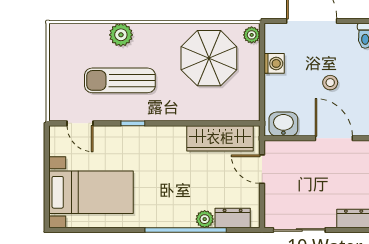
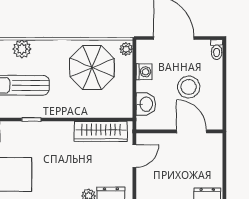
stool: (330, 83) -> (189, 87), width x1.89, depth x1.89
washbasin: (283, 124) -> (146, 104), moved, turned 90
door: (262, 169) -> (134, 156), swing flipped

